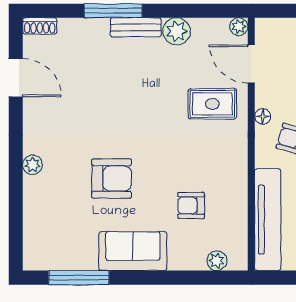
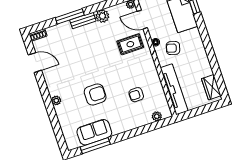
sofa: (133, 251) -> (94, 132), moved

